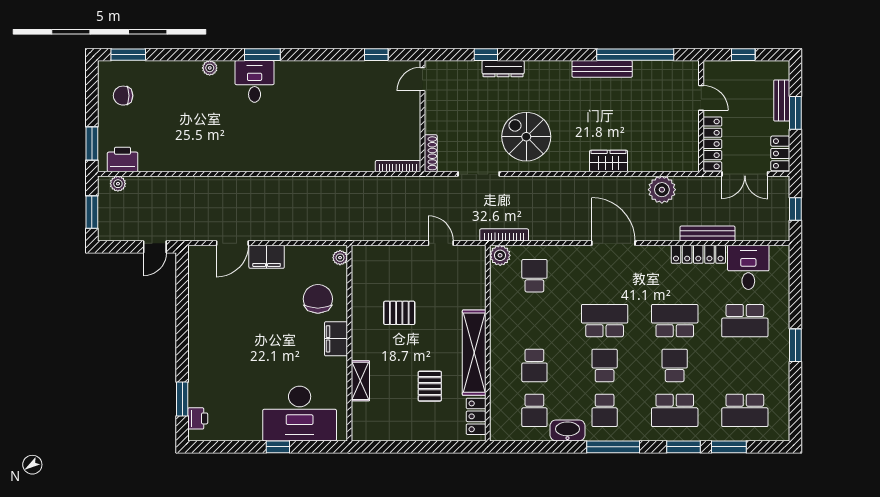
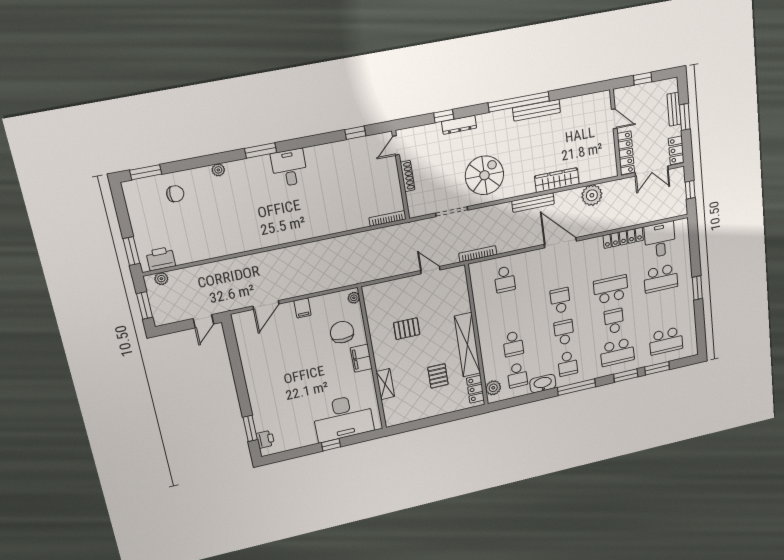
window: (635, 55) -> (519, 102), moved
desk: (255, 81) -> (289, 168), moved
chair: (123, 96) -> (175, 194), moved, turned 180
spiral stairs: (526, 137) -> (485, 175), turned 90
shoe rack: (431, 153) -> (408, 176), moved
wardrobe: (609, 161) -> (557, 180), width x1.50
bench: (707, 234) -> (533, 203), moved
plant: (500, 255) -> (493, 388), moved
filing cabinet: (267, 257) -> (303, 308), width x0.50
school desk: (534, 276) -> (505, 279), turned 180
school desk: (605, 321) -> (560, 301), width x0.54

